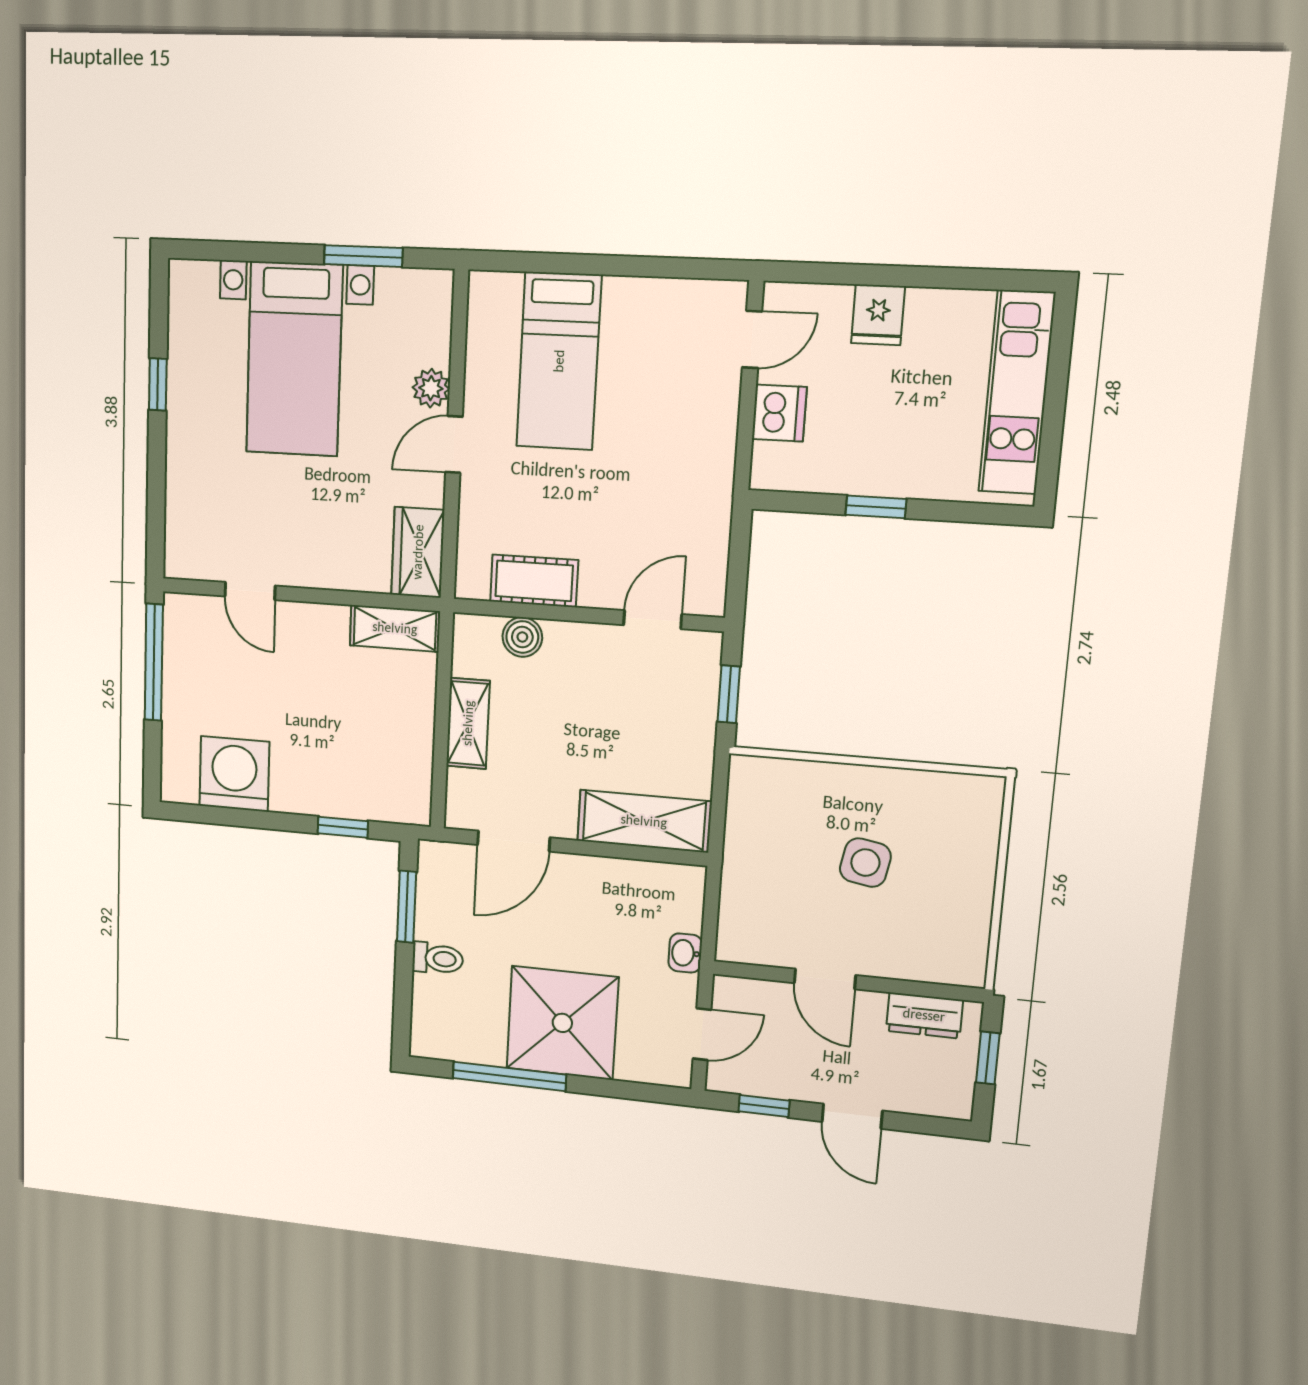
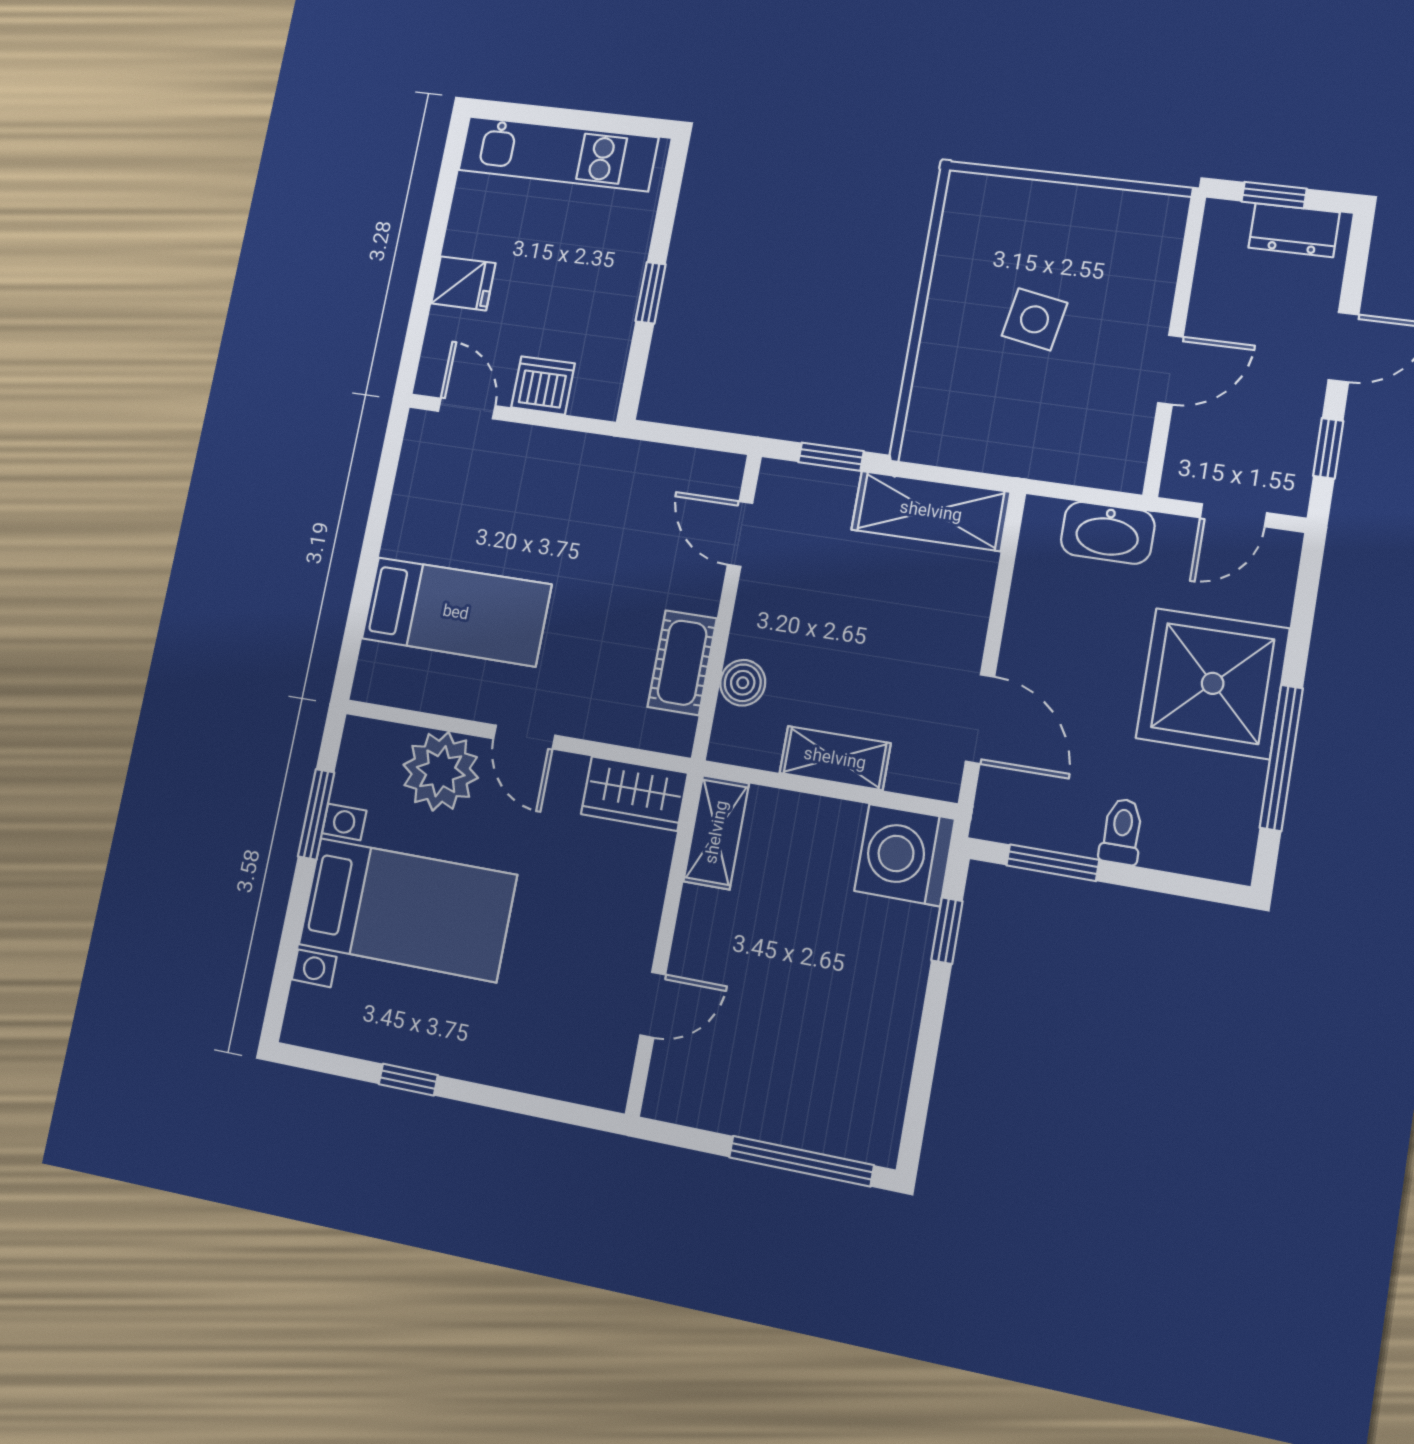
plant: (431, 388) -> (441, 771), width x1.88, depth x1.88
window: (154, 662) -> (801, 1161), moved
washing machine: (234, 774) -> (905, 855), moved
shelving: (644, 821) -> (931, 511), moved, turned 90
washbasin: (685, 953) -> (1108, 533), width x1.91, depth x1.45
dresser: (924, 1015) -> (1294, 230), moved, turned 90
door: (702, 1034) -> (1233, 515), swing flipped

